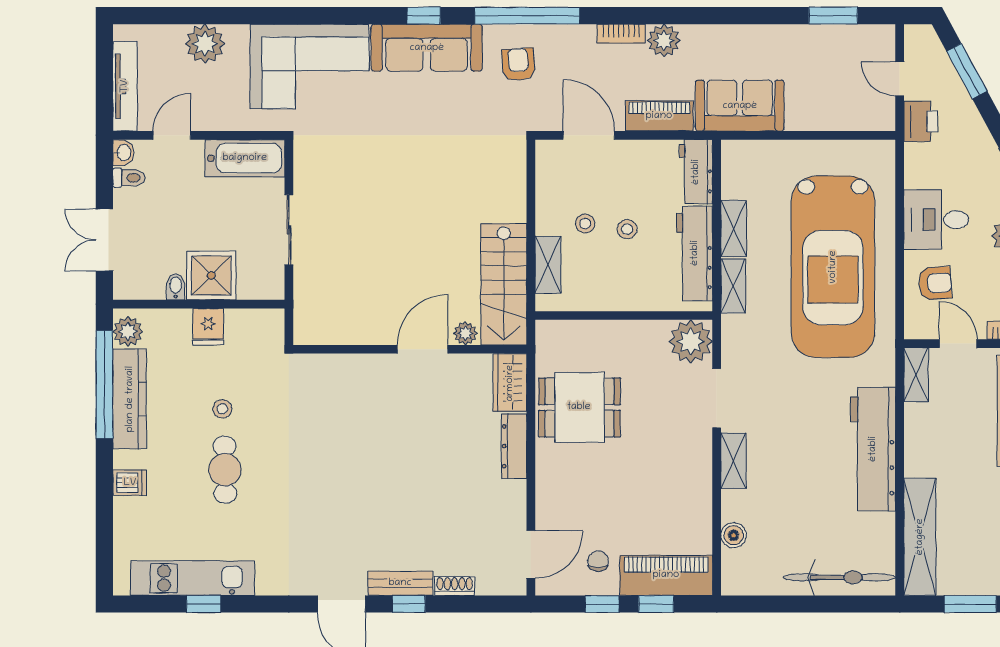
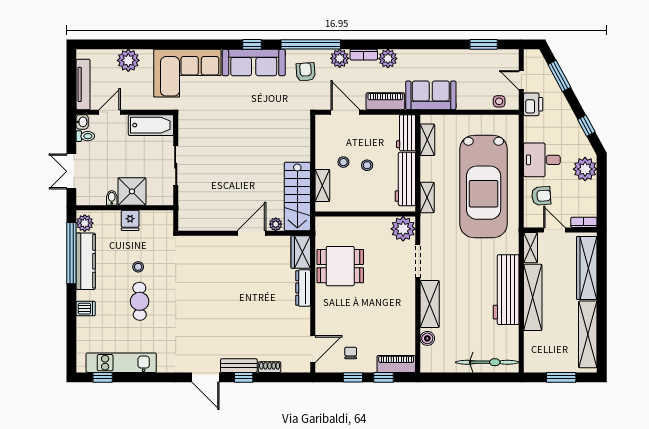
plant: (579, 40) -> (340, 58), added
side table: (860, 116) -> (499, 101), added
shelving: (734, 228) -> (427, 140), moved
shelving: (733, 461) -> (430, 304), width x1.50, depth x1.33
shelving: (920, 537) -> (533, 297), moved
piano: (666, 575) -> (396, 364), width x0.73, depth x0.75
window: (204, 604) -> (103, 377), moved

